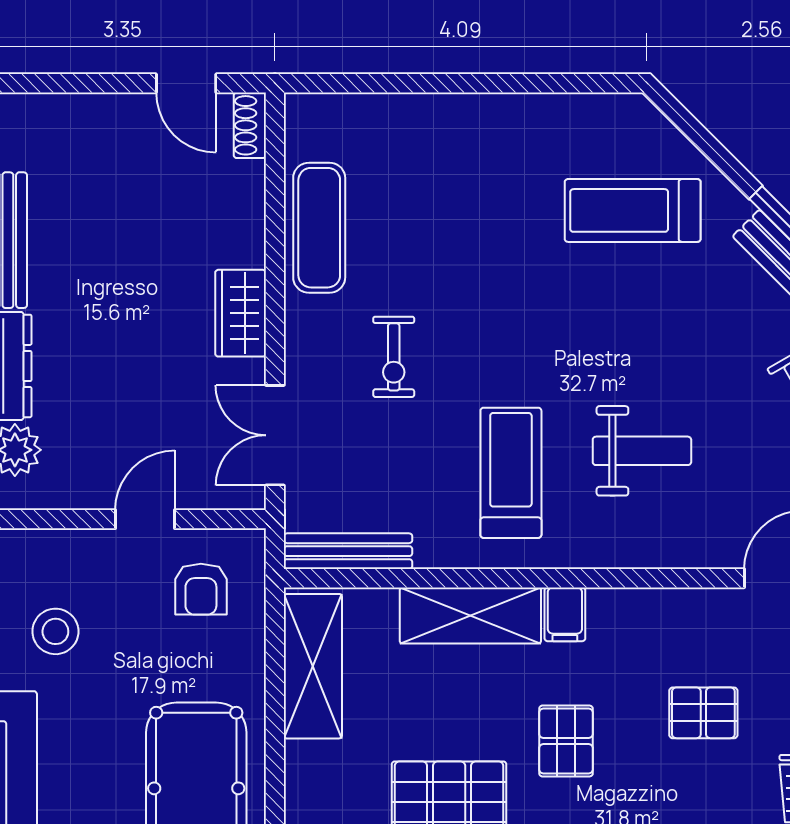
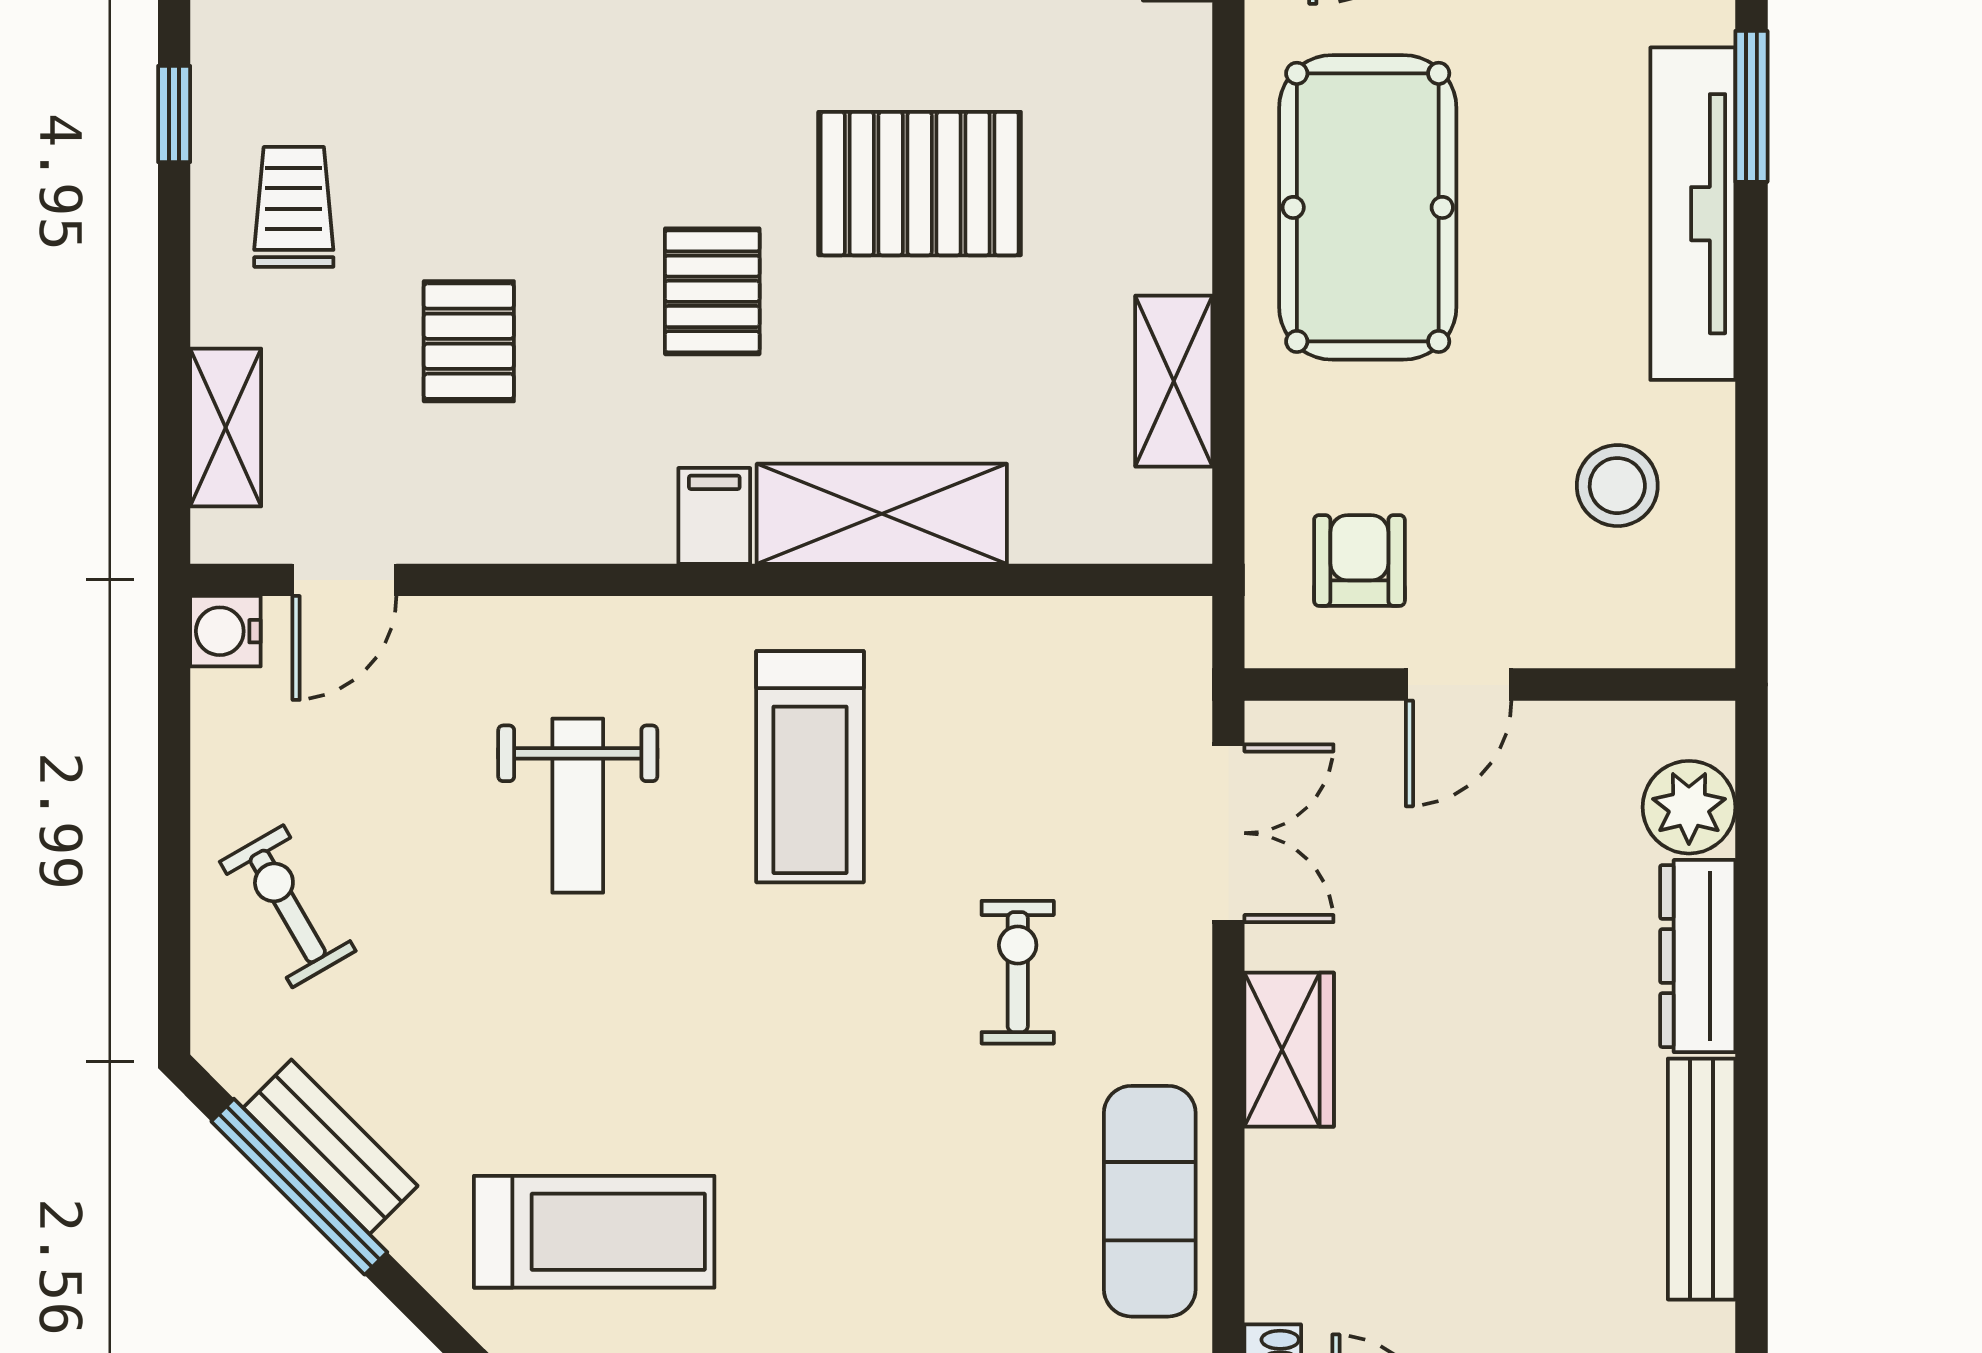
weight bench: (642, 451) -> (578, 806), turned -90
bench: (348, 551) -> (1099, 628), removed
shelving: (313, 666) -> (1174, 381), width x0.67, depth x0.75
pallet: (703, 713) -> (469, 341), turned 90

